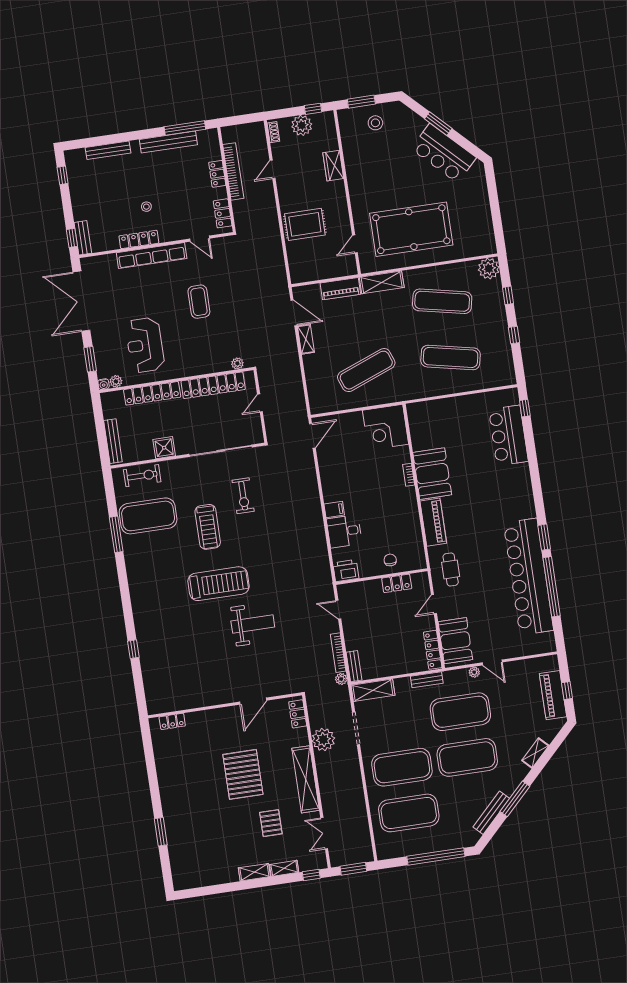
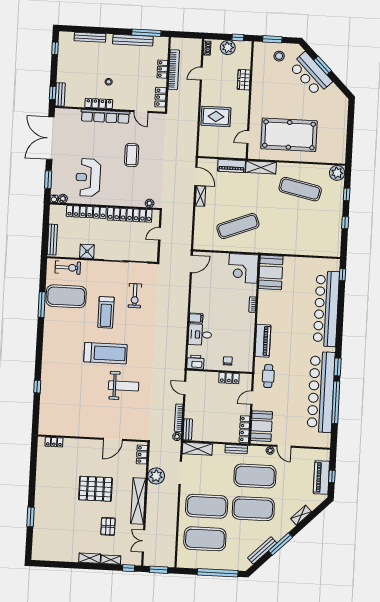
bar counter: (444, 153) -> (311, 74), moved
exercise mat: (451, 357) -> (298, 229), removed
bar counter: (508, 435) -> (326, 309), width x1.86
booth: (432, 474) -> (271, 272), moved
pallet: (243, 774) -> (95, 489), turned 90

